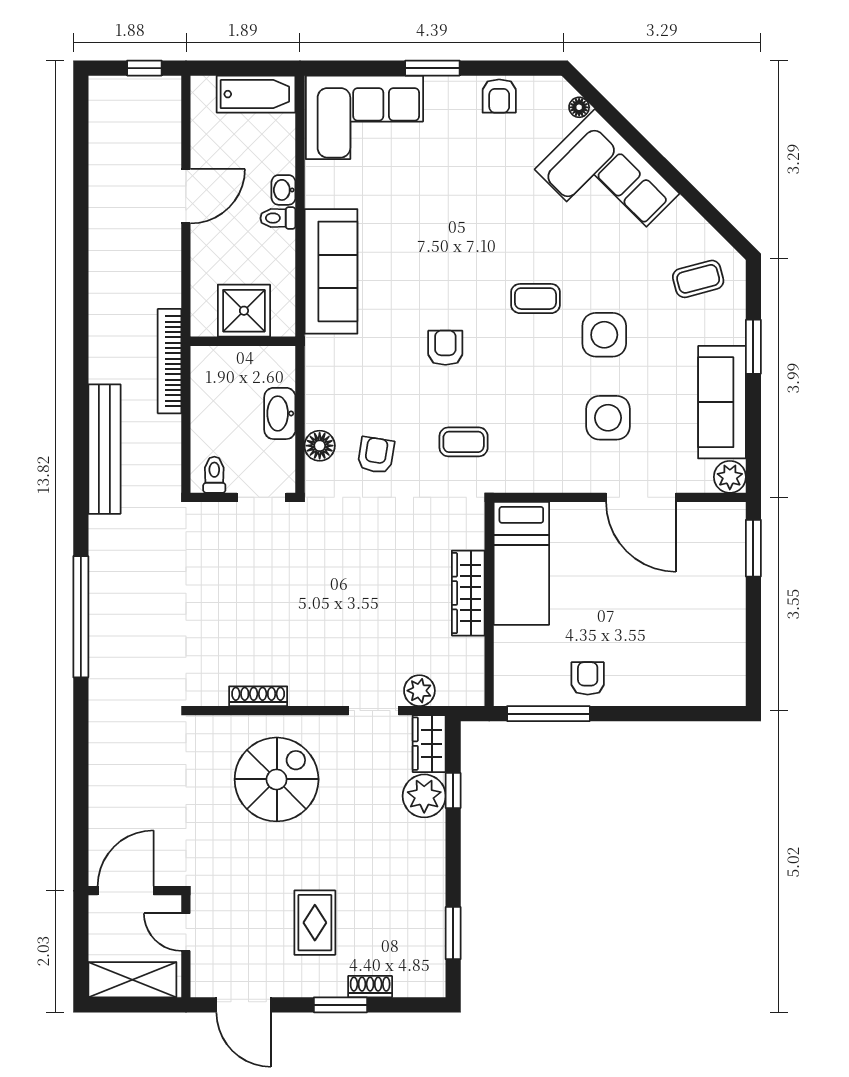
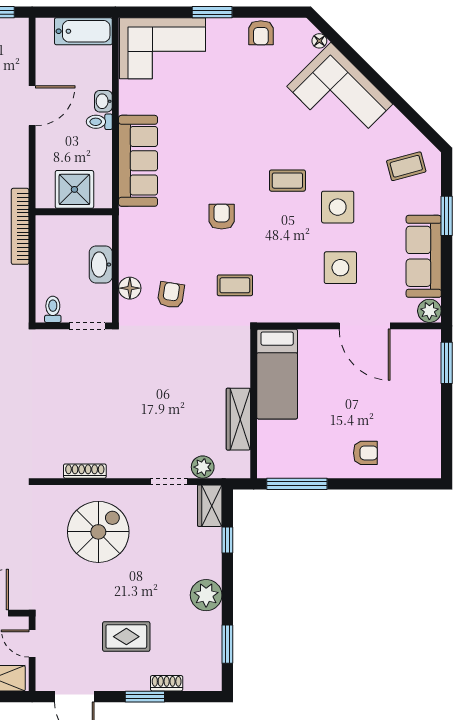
wardrobe: (468, 593) -> (238, 419), moved
armchair: (588, 678) -> (365, 453), moved, turned 90
plant: (424, 796) -> (206, 595), moved
rug: (315, 923) -> (126, 637), turned 90

